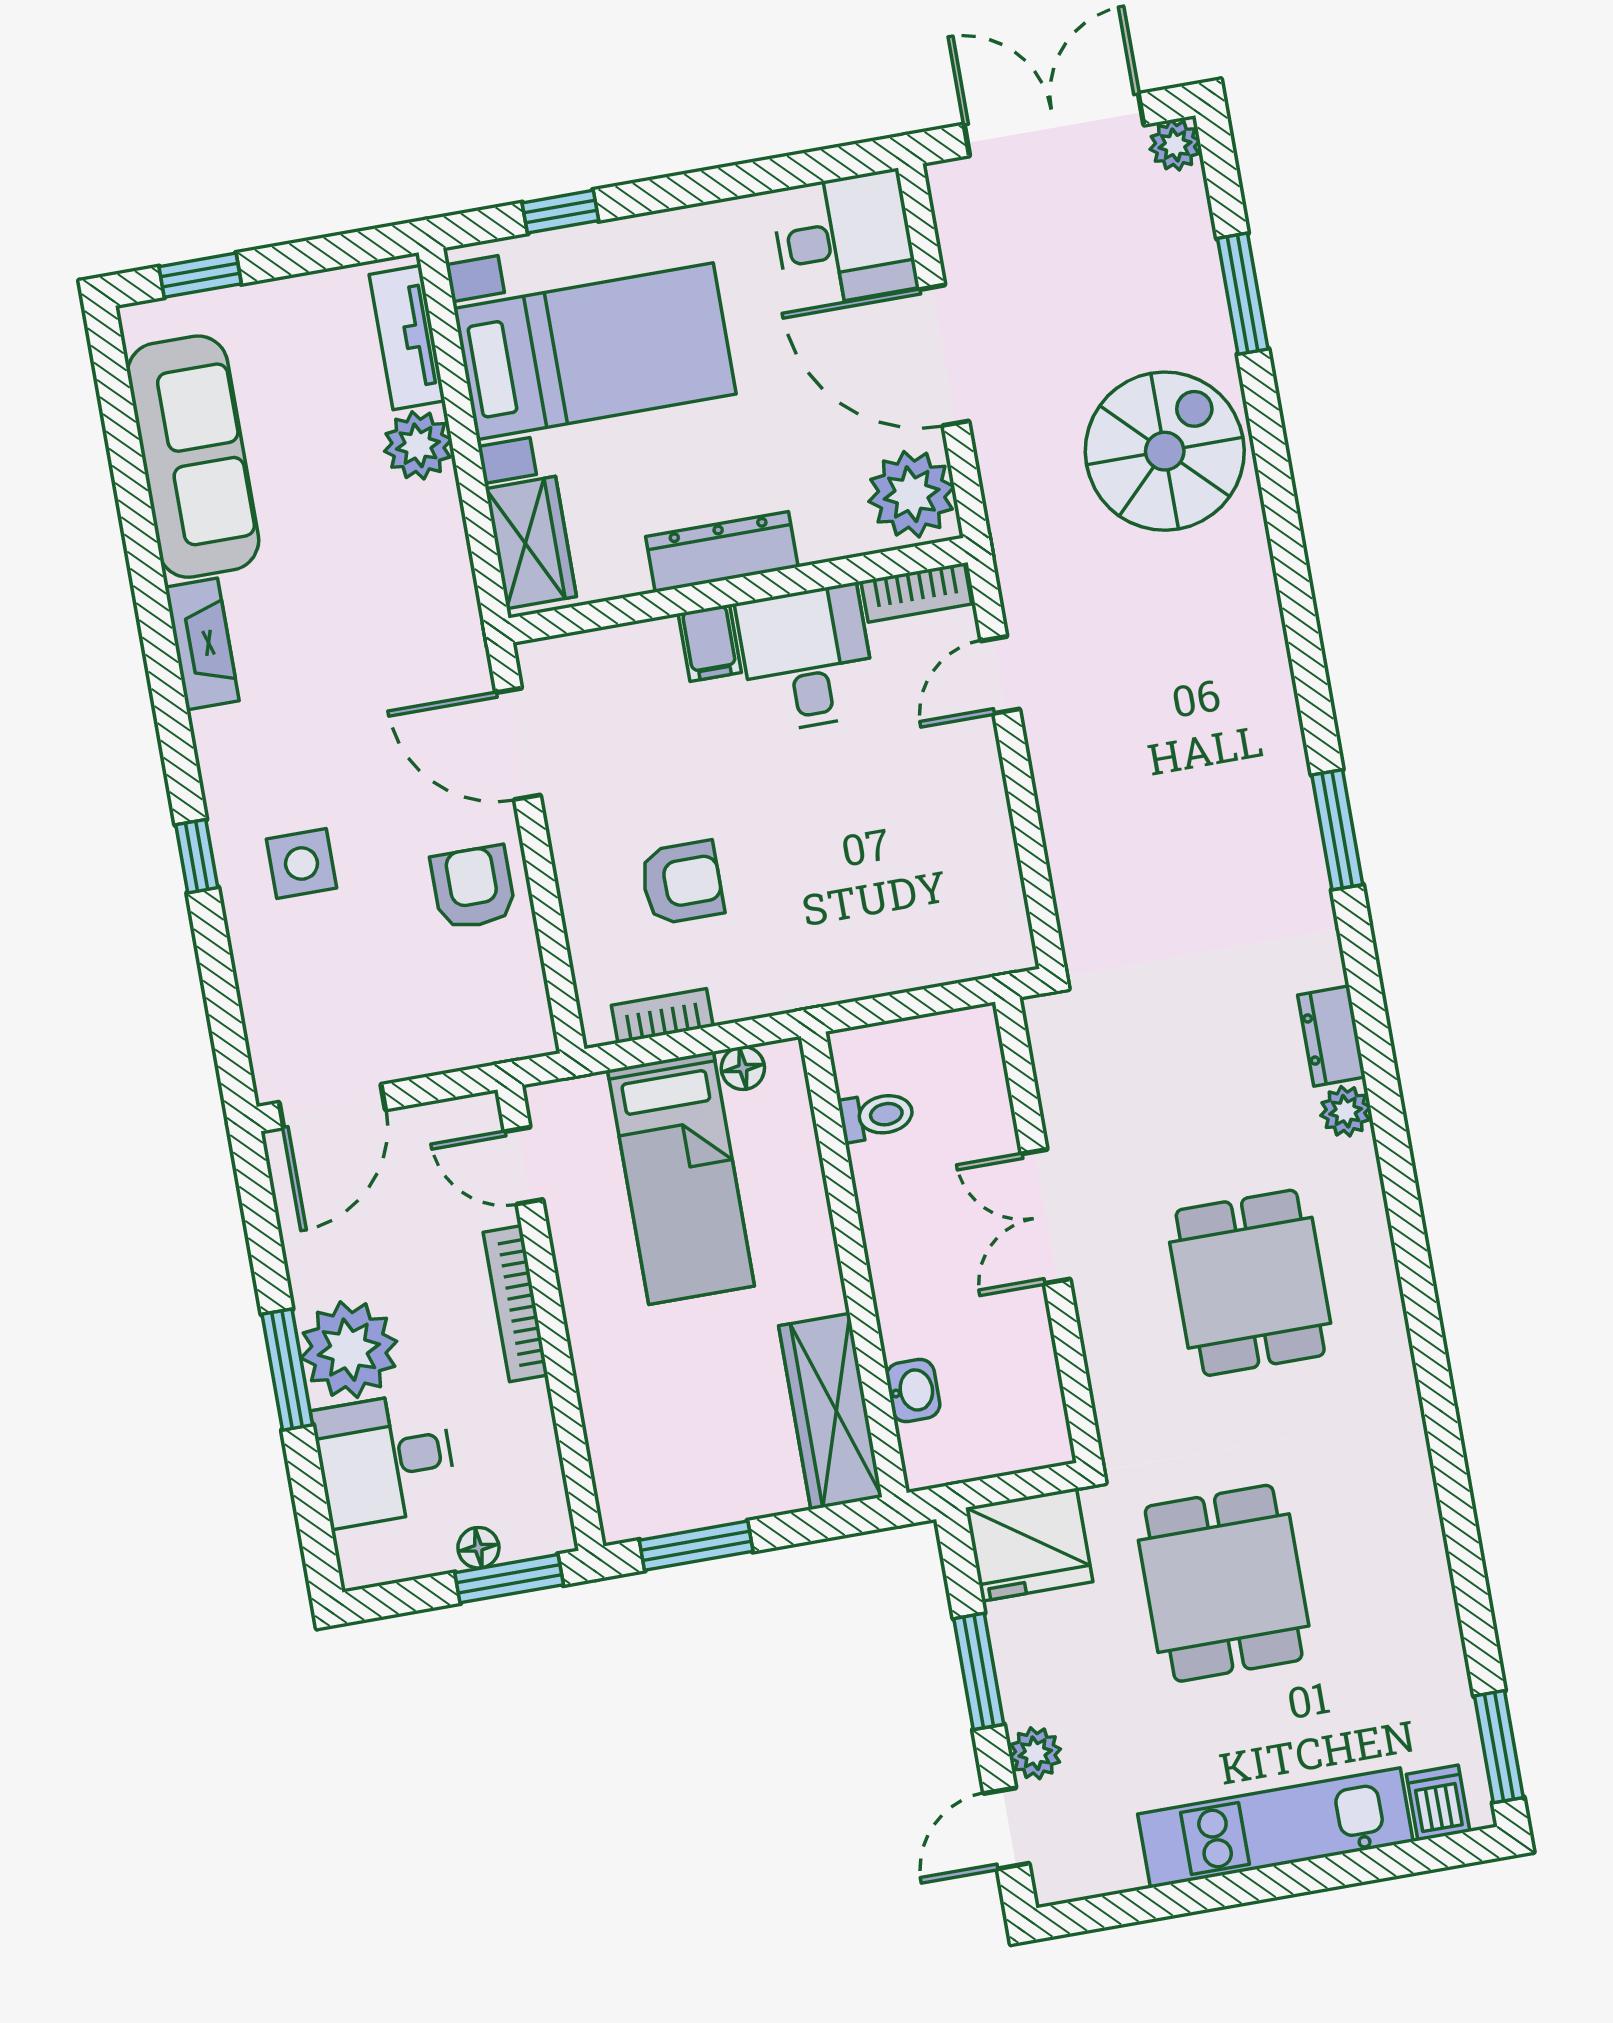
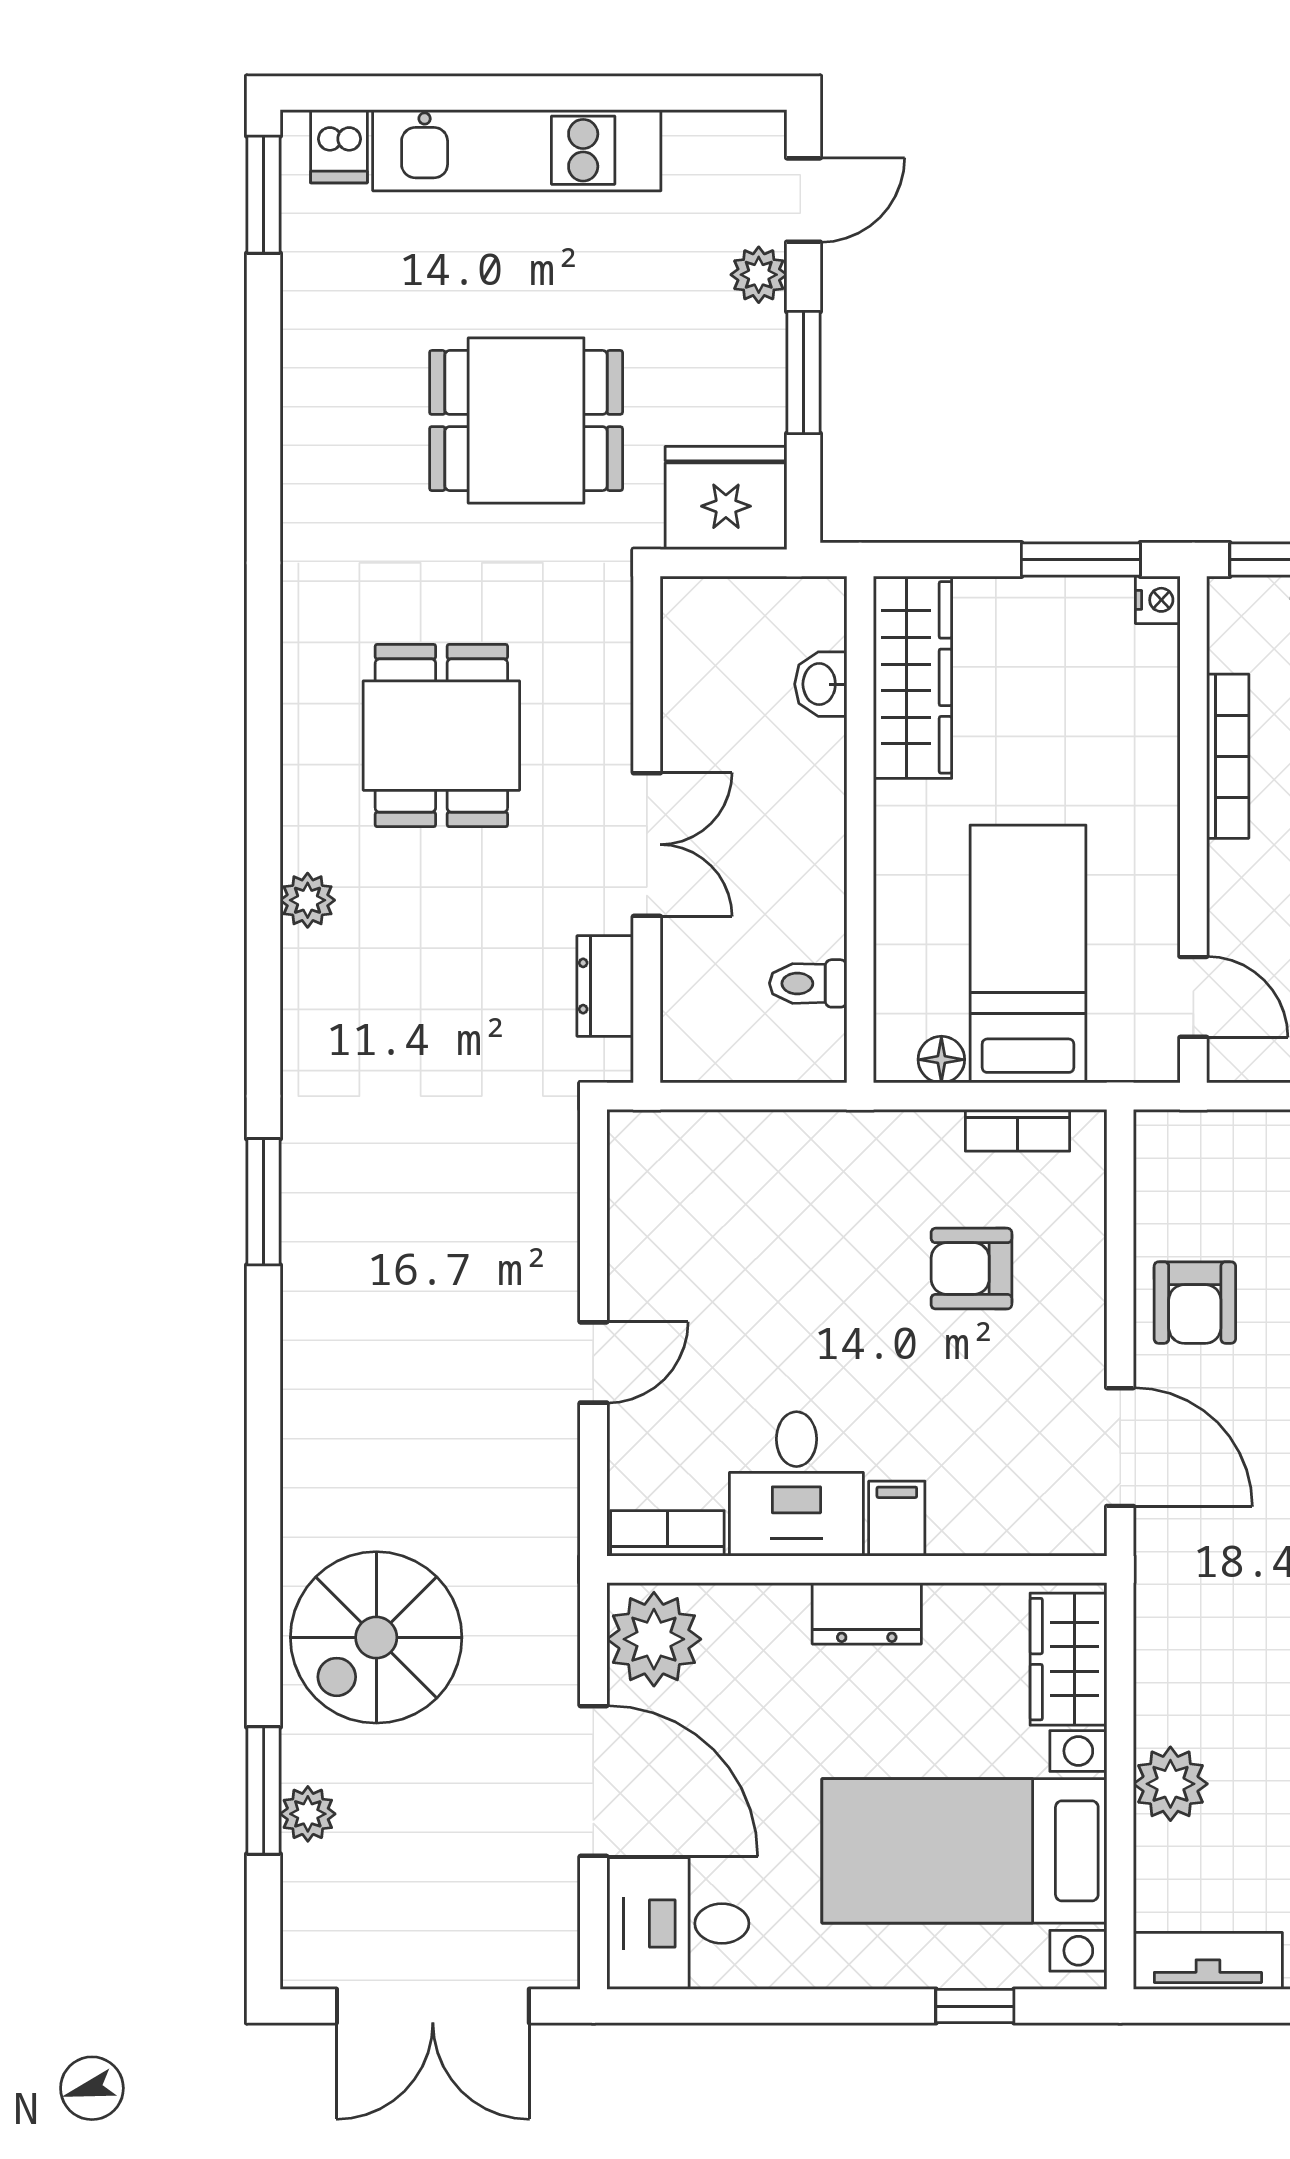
plant: (1175, 145) -> (308, 1814), moved
tv unit: (407, 338) -> (1208, 1961), moved, turned -90
dresser: (722, 552) -> (867, 1613), width x0.70
door: (1000, 675) -> (593, 1362), moved
dresser: (1331, 1036) -> (605, 986), moved, turned 180
bookcase: (516, 1304) -> (1228, 756), moved
nightstand: (620, 1521) -> (1158, 600), added
dining table: (1224, 1583) -> (526, 421), turned 90

